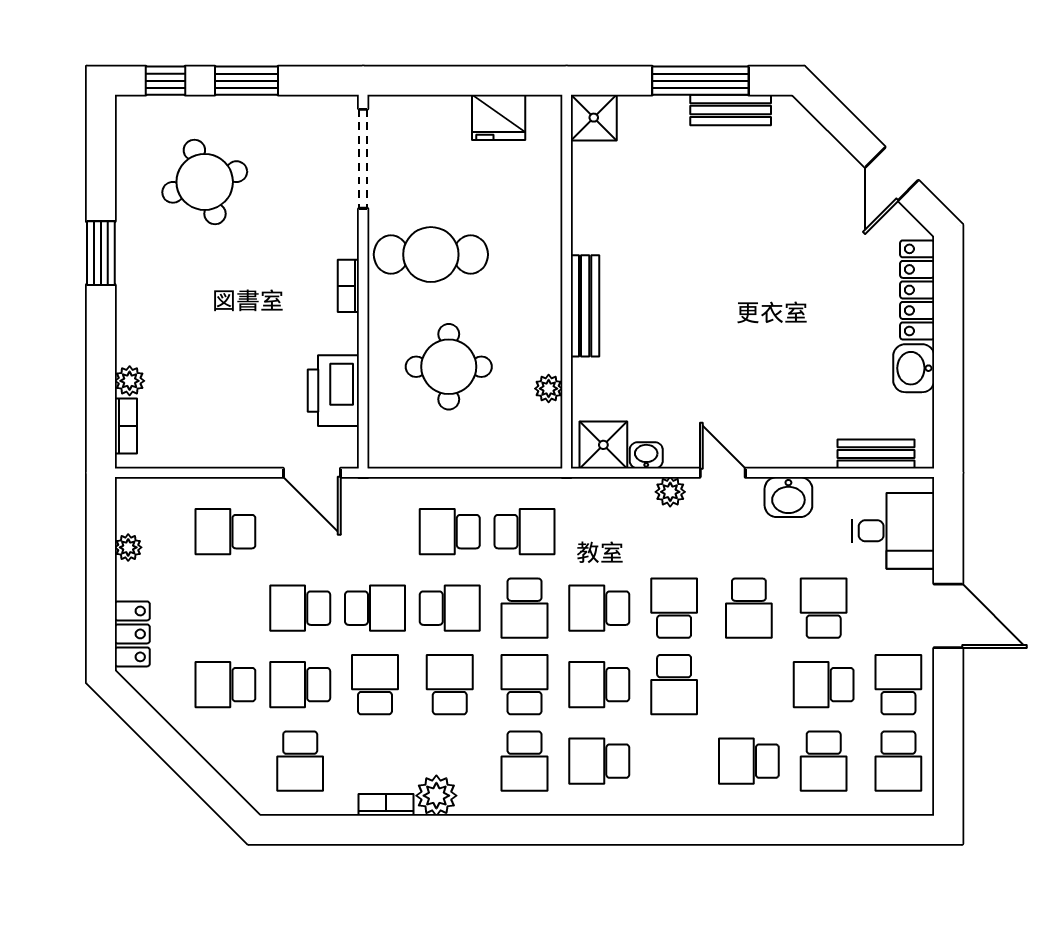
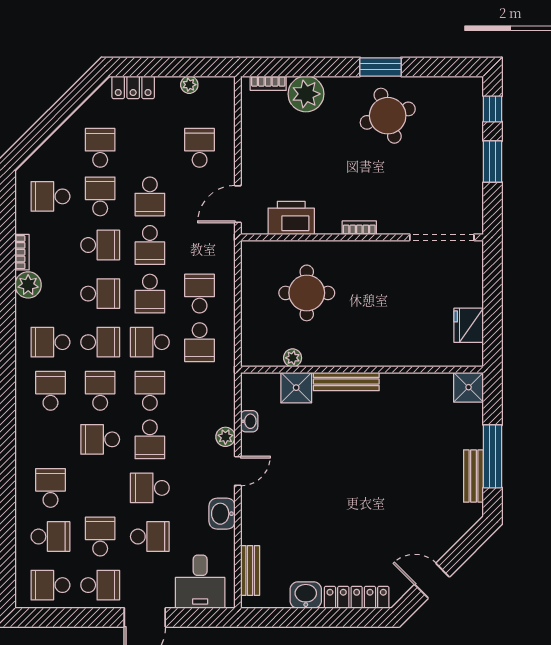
round table: (205, 182) -> (388, 116), moved
cafe table: (431, 255) -> (380, 281), removed
plant: (130, 381) -> (306, 94), width x1.88, depth x1.88
shower: (603, 445) -> (296, 388), moved
school desk: (300, 608) -> (150, 196), turned 180
school desk: (674, 608) -> (150, 439), turned 90
school desk: (824, 761) -> (50, 537), turned 180

